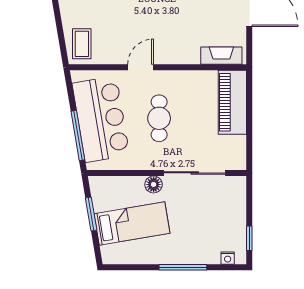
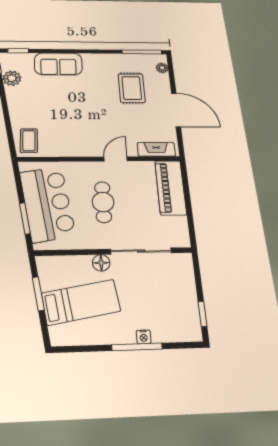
door: (141, 67) -> (116, 159), moved
window: (78, 135) -> (25, 218), width x0.69
nightstand: (228, 258) -> (144, 337), moved

